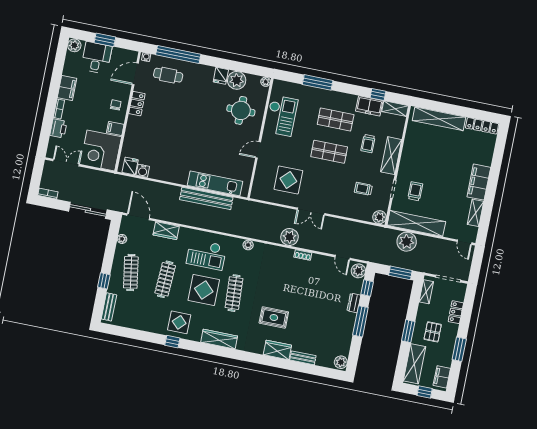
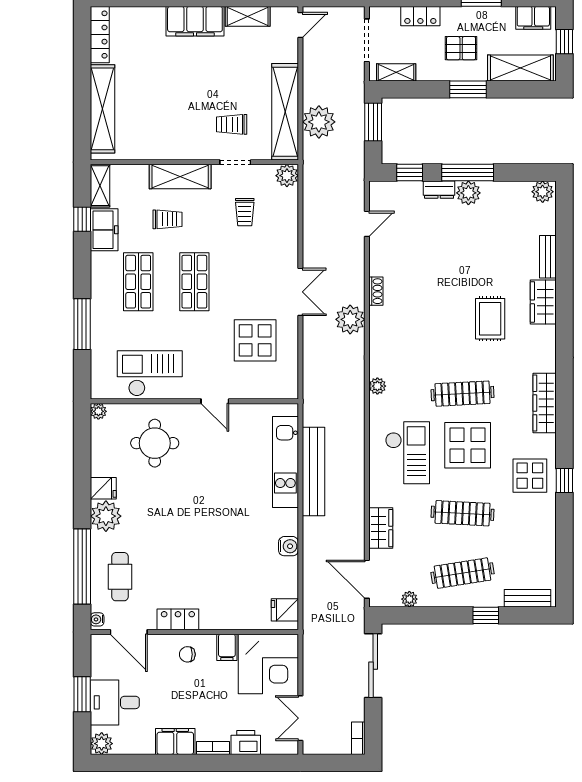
plant: (237, 80) -> (106, 516), moved
water cooler: (143, 171) -> (288, 546), moved
door: (138, 217) -> (367, 579), hinge flipped
plant: (358, 271) -> (468, 193), moved

